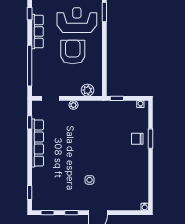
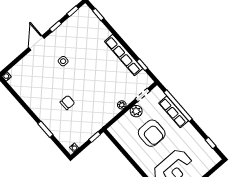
row of seats: (38, 31) -> (174, 112), moved
armchair: (73, 52) -> (152, 133), moved
plant: (88, 90) -> (136, 111), moved
chair: (137, 139) -> (67, 103), moved

